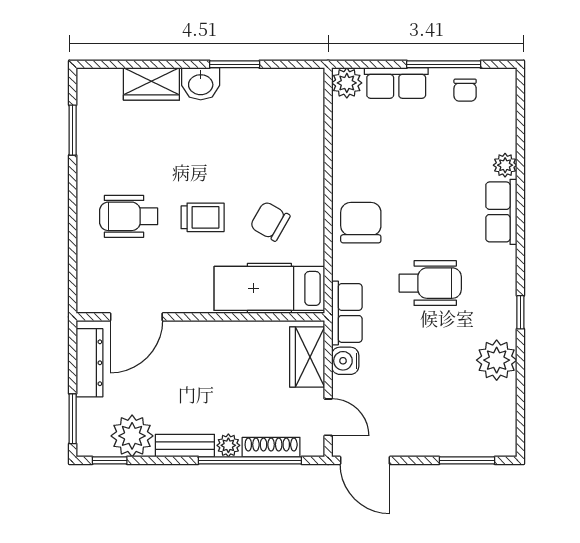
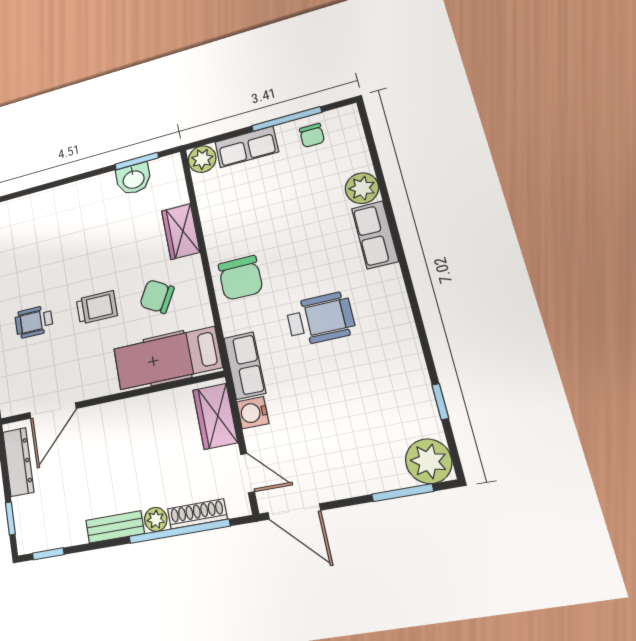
window: (235, 64) -> (137, 161), moved
wardrobe: (151, 84) -> (181, 232), moved, turned 90
washbasin: (201, 84) -> (133, 179), moved
plant: (505, 165) -> (362, 188), width x1.38, depth x1.38
wheelchair: (129, 216) -> (34, 322), width x0.73, depth x0.73
chair: (361, 223) -> (240, 278), turned 180
window: (520, 312) -> (440, 402), moved
plant: (497, 360) -> (429, 461), moved
window: (73, 419) -> (10, 518), width x0.67
plant: (132, 436) -> (65, 526), removed

